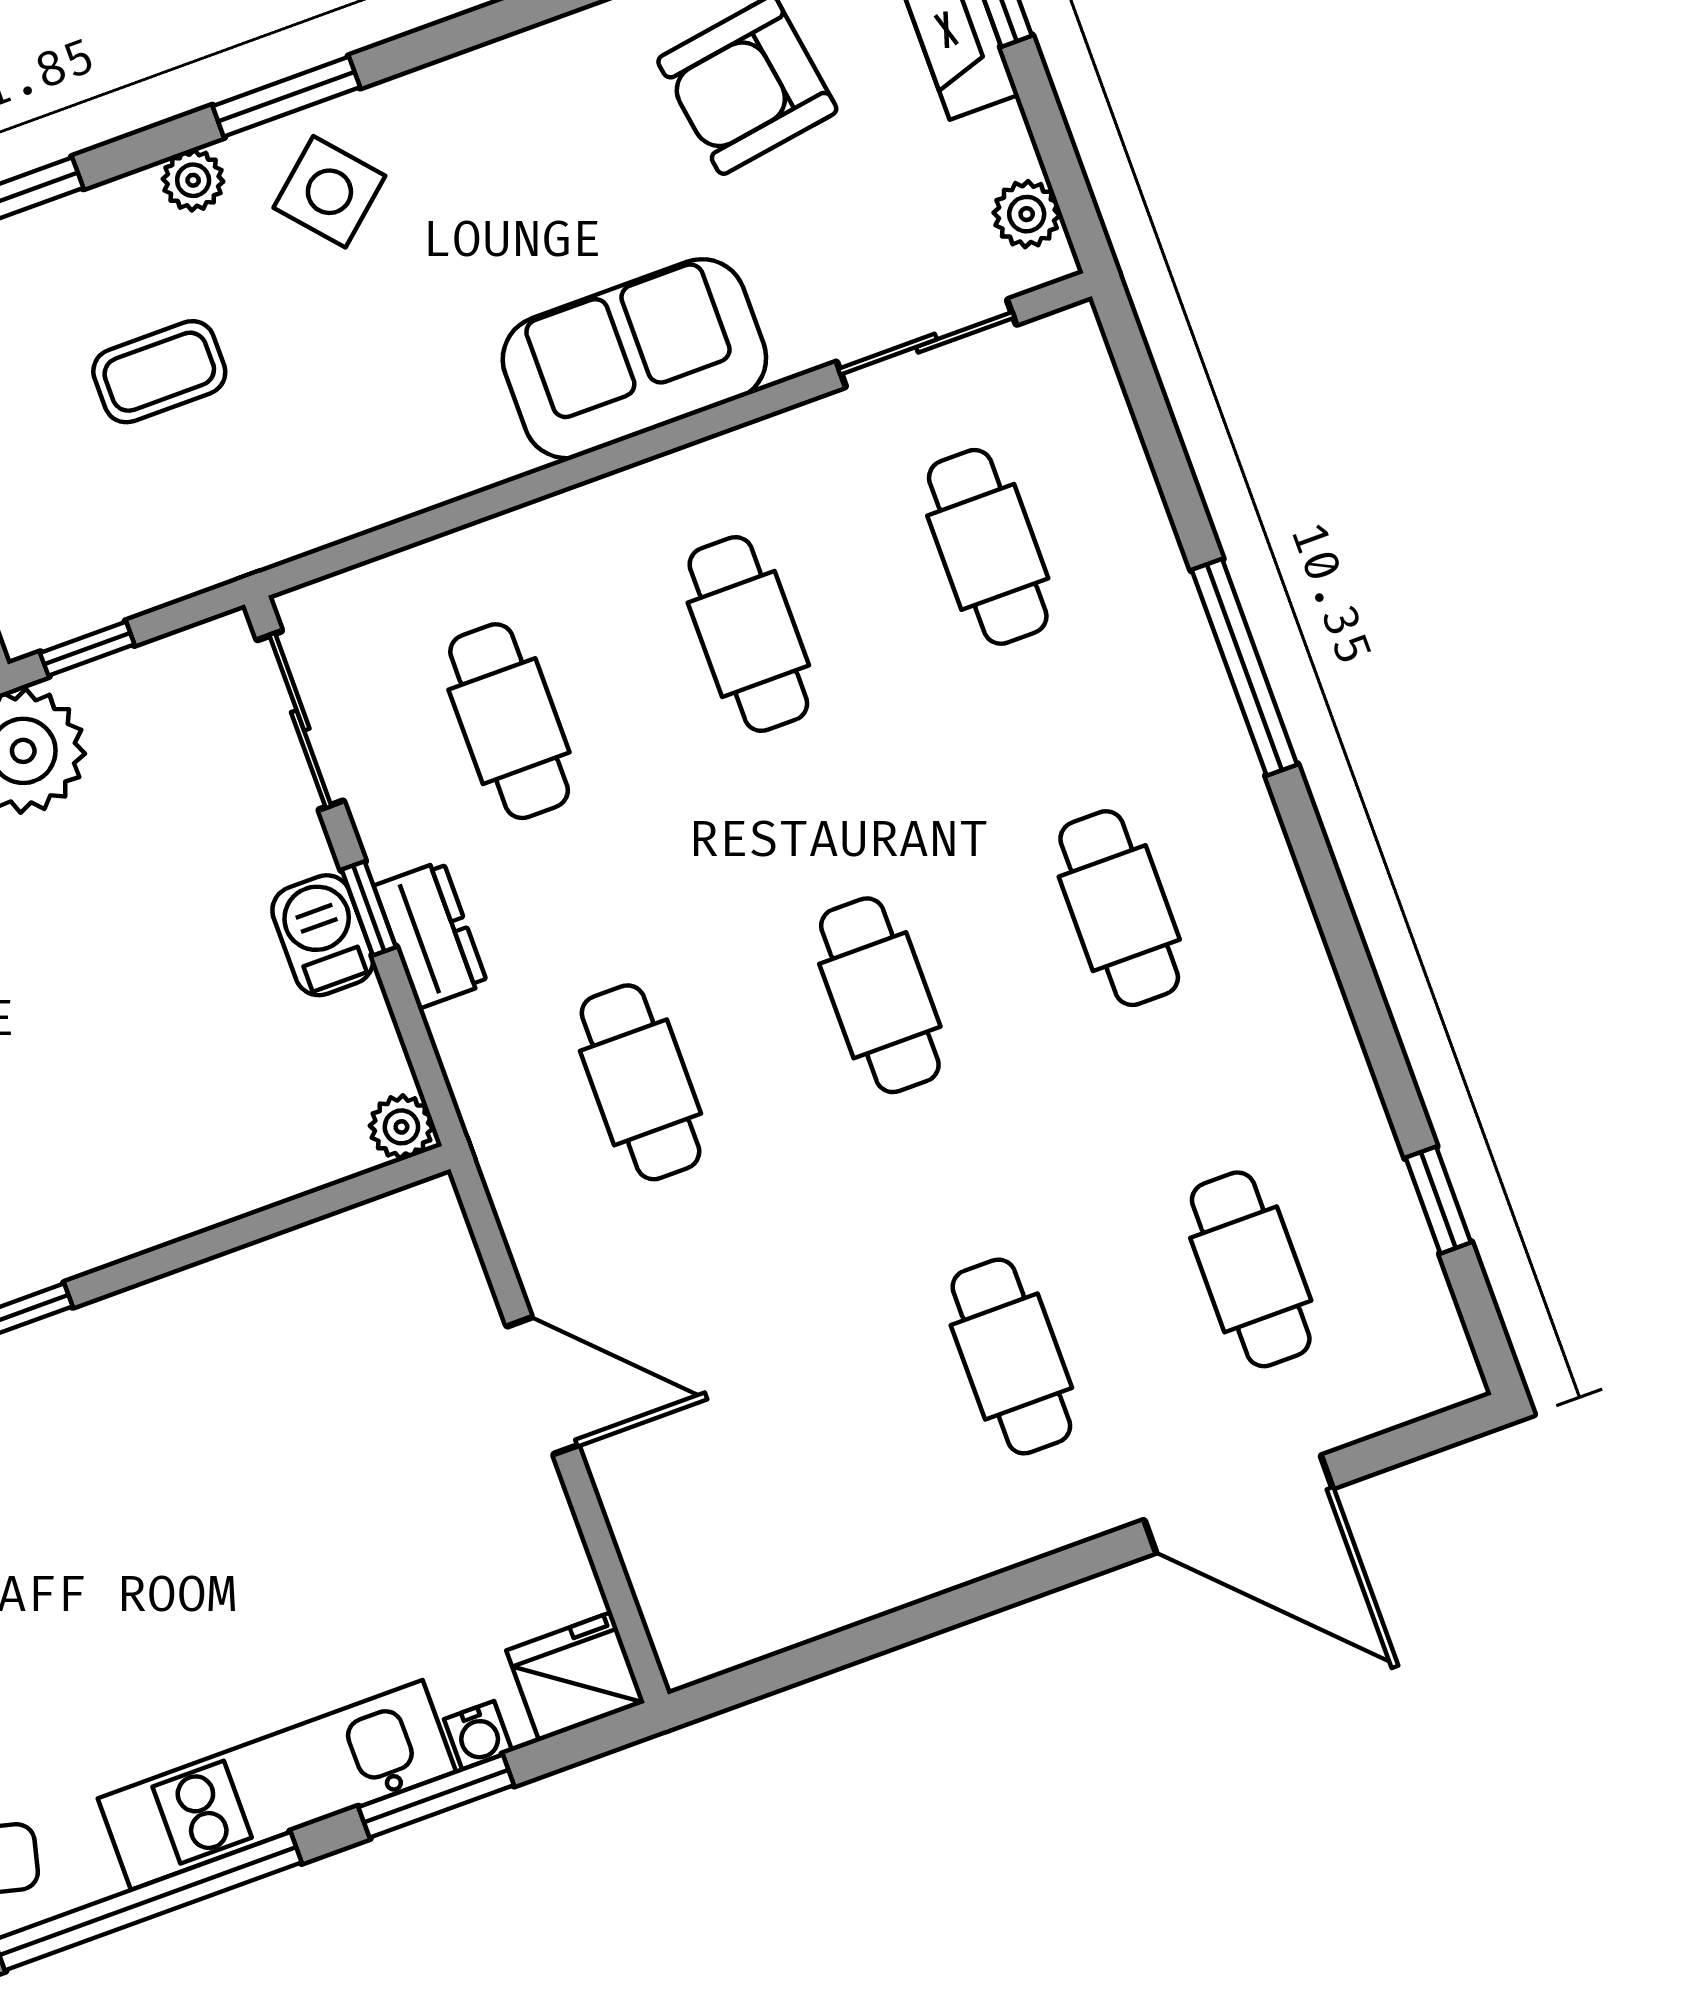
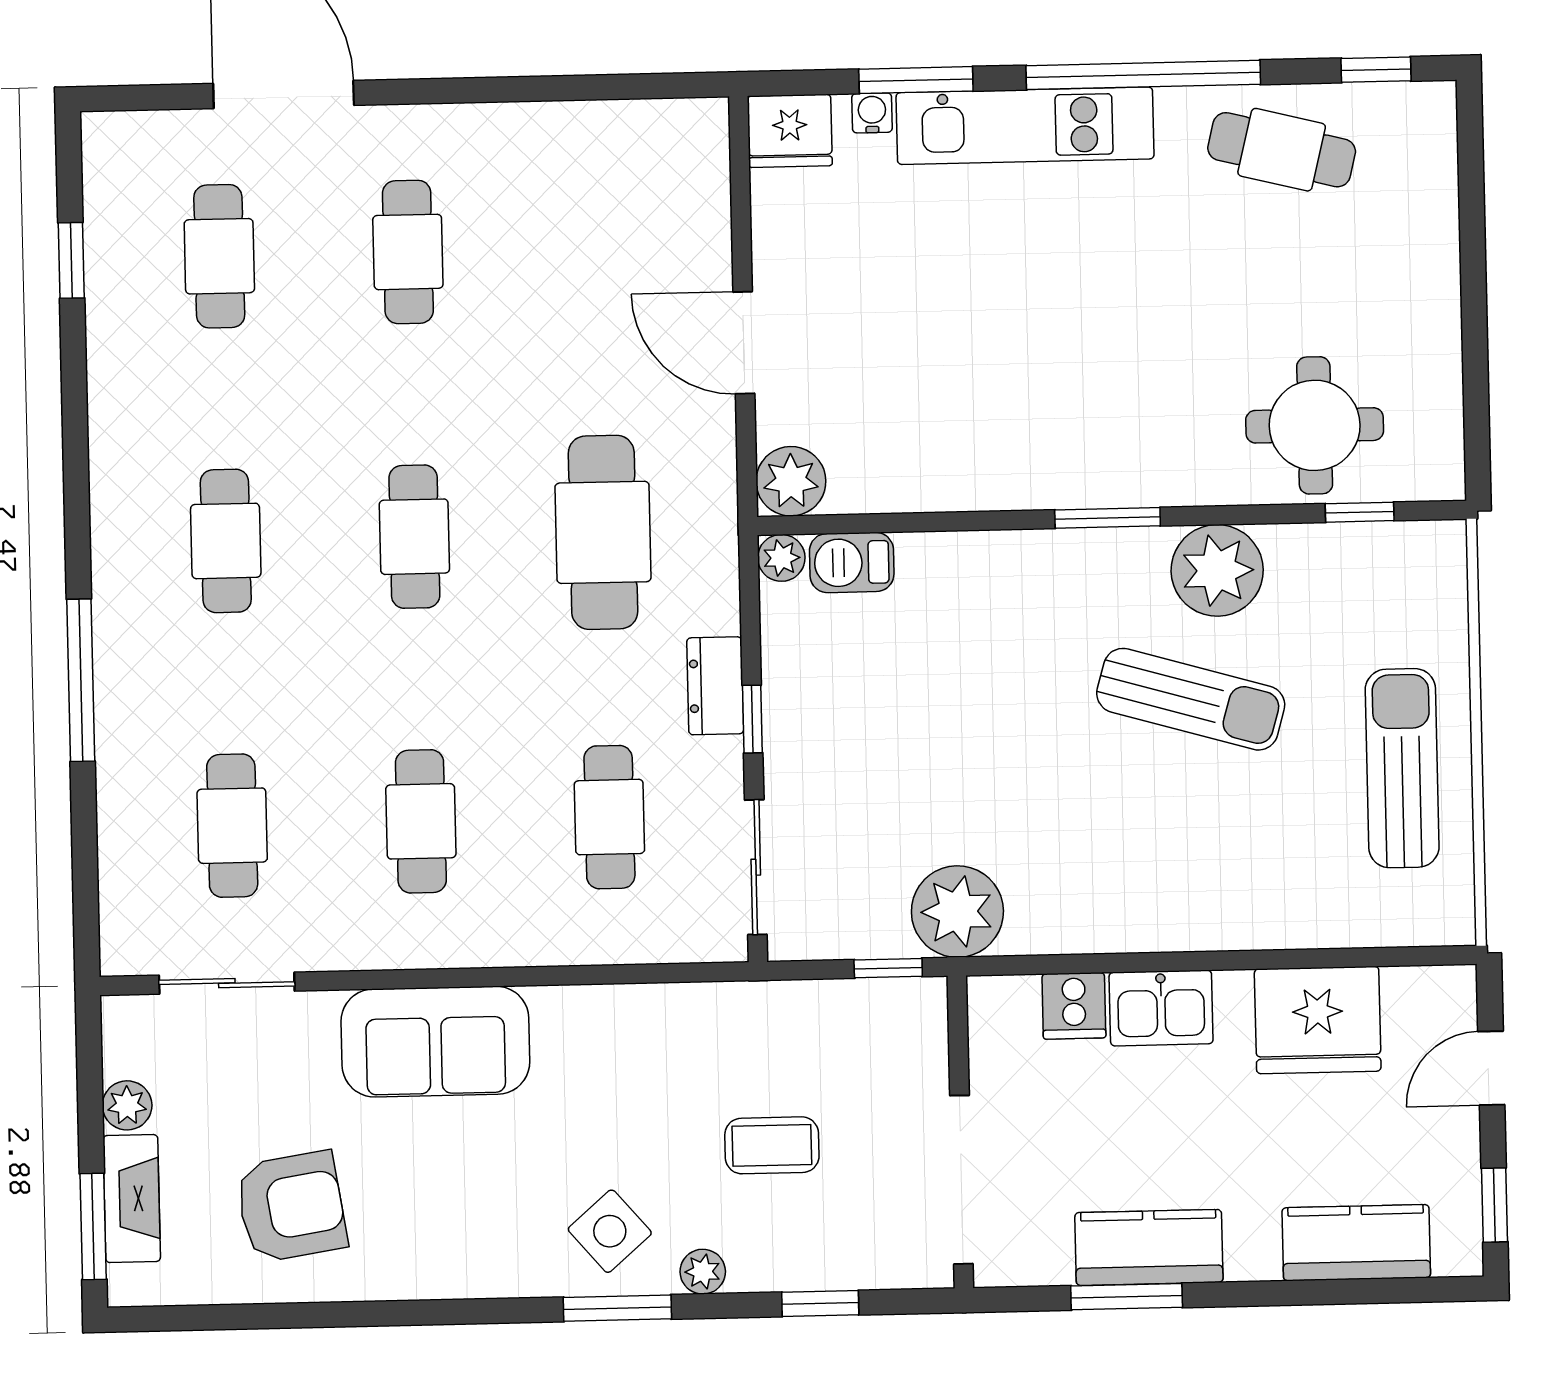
plant: (1027, 214) -> (127, 1105), moved
barbecue: (323, 935) -> (852, 563), moved, turned 90
cafe table: (641, 1082) -> (603, 532), width x1.37, depth x1.35
plant: (422, 1229) -> (791, 481), added

